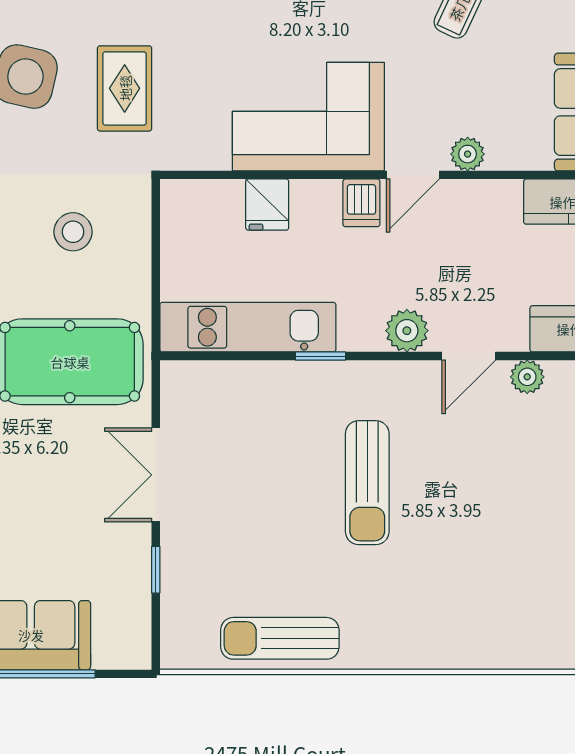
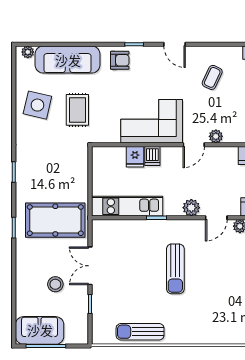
dishwasher: (361, 203) -> (152, 156), moved
stool: (73, 232) -> (55, 284), moved

